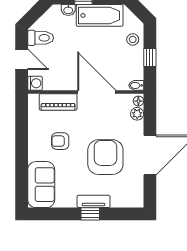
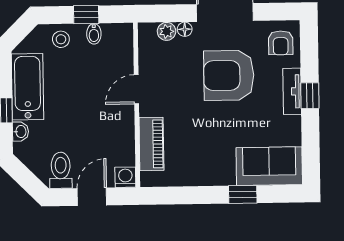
bidet: (136, 85) -> (94, 34), moved
door: (97, 92) -> (136, 89), width x0.53
floor lamp: (138, 101) -> (185, 29), moved
armchair: (60, 141) -> (281, 43), moved
window: (22, 166) -> (243, 194), added

